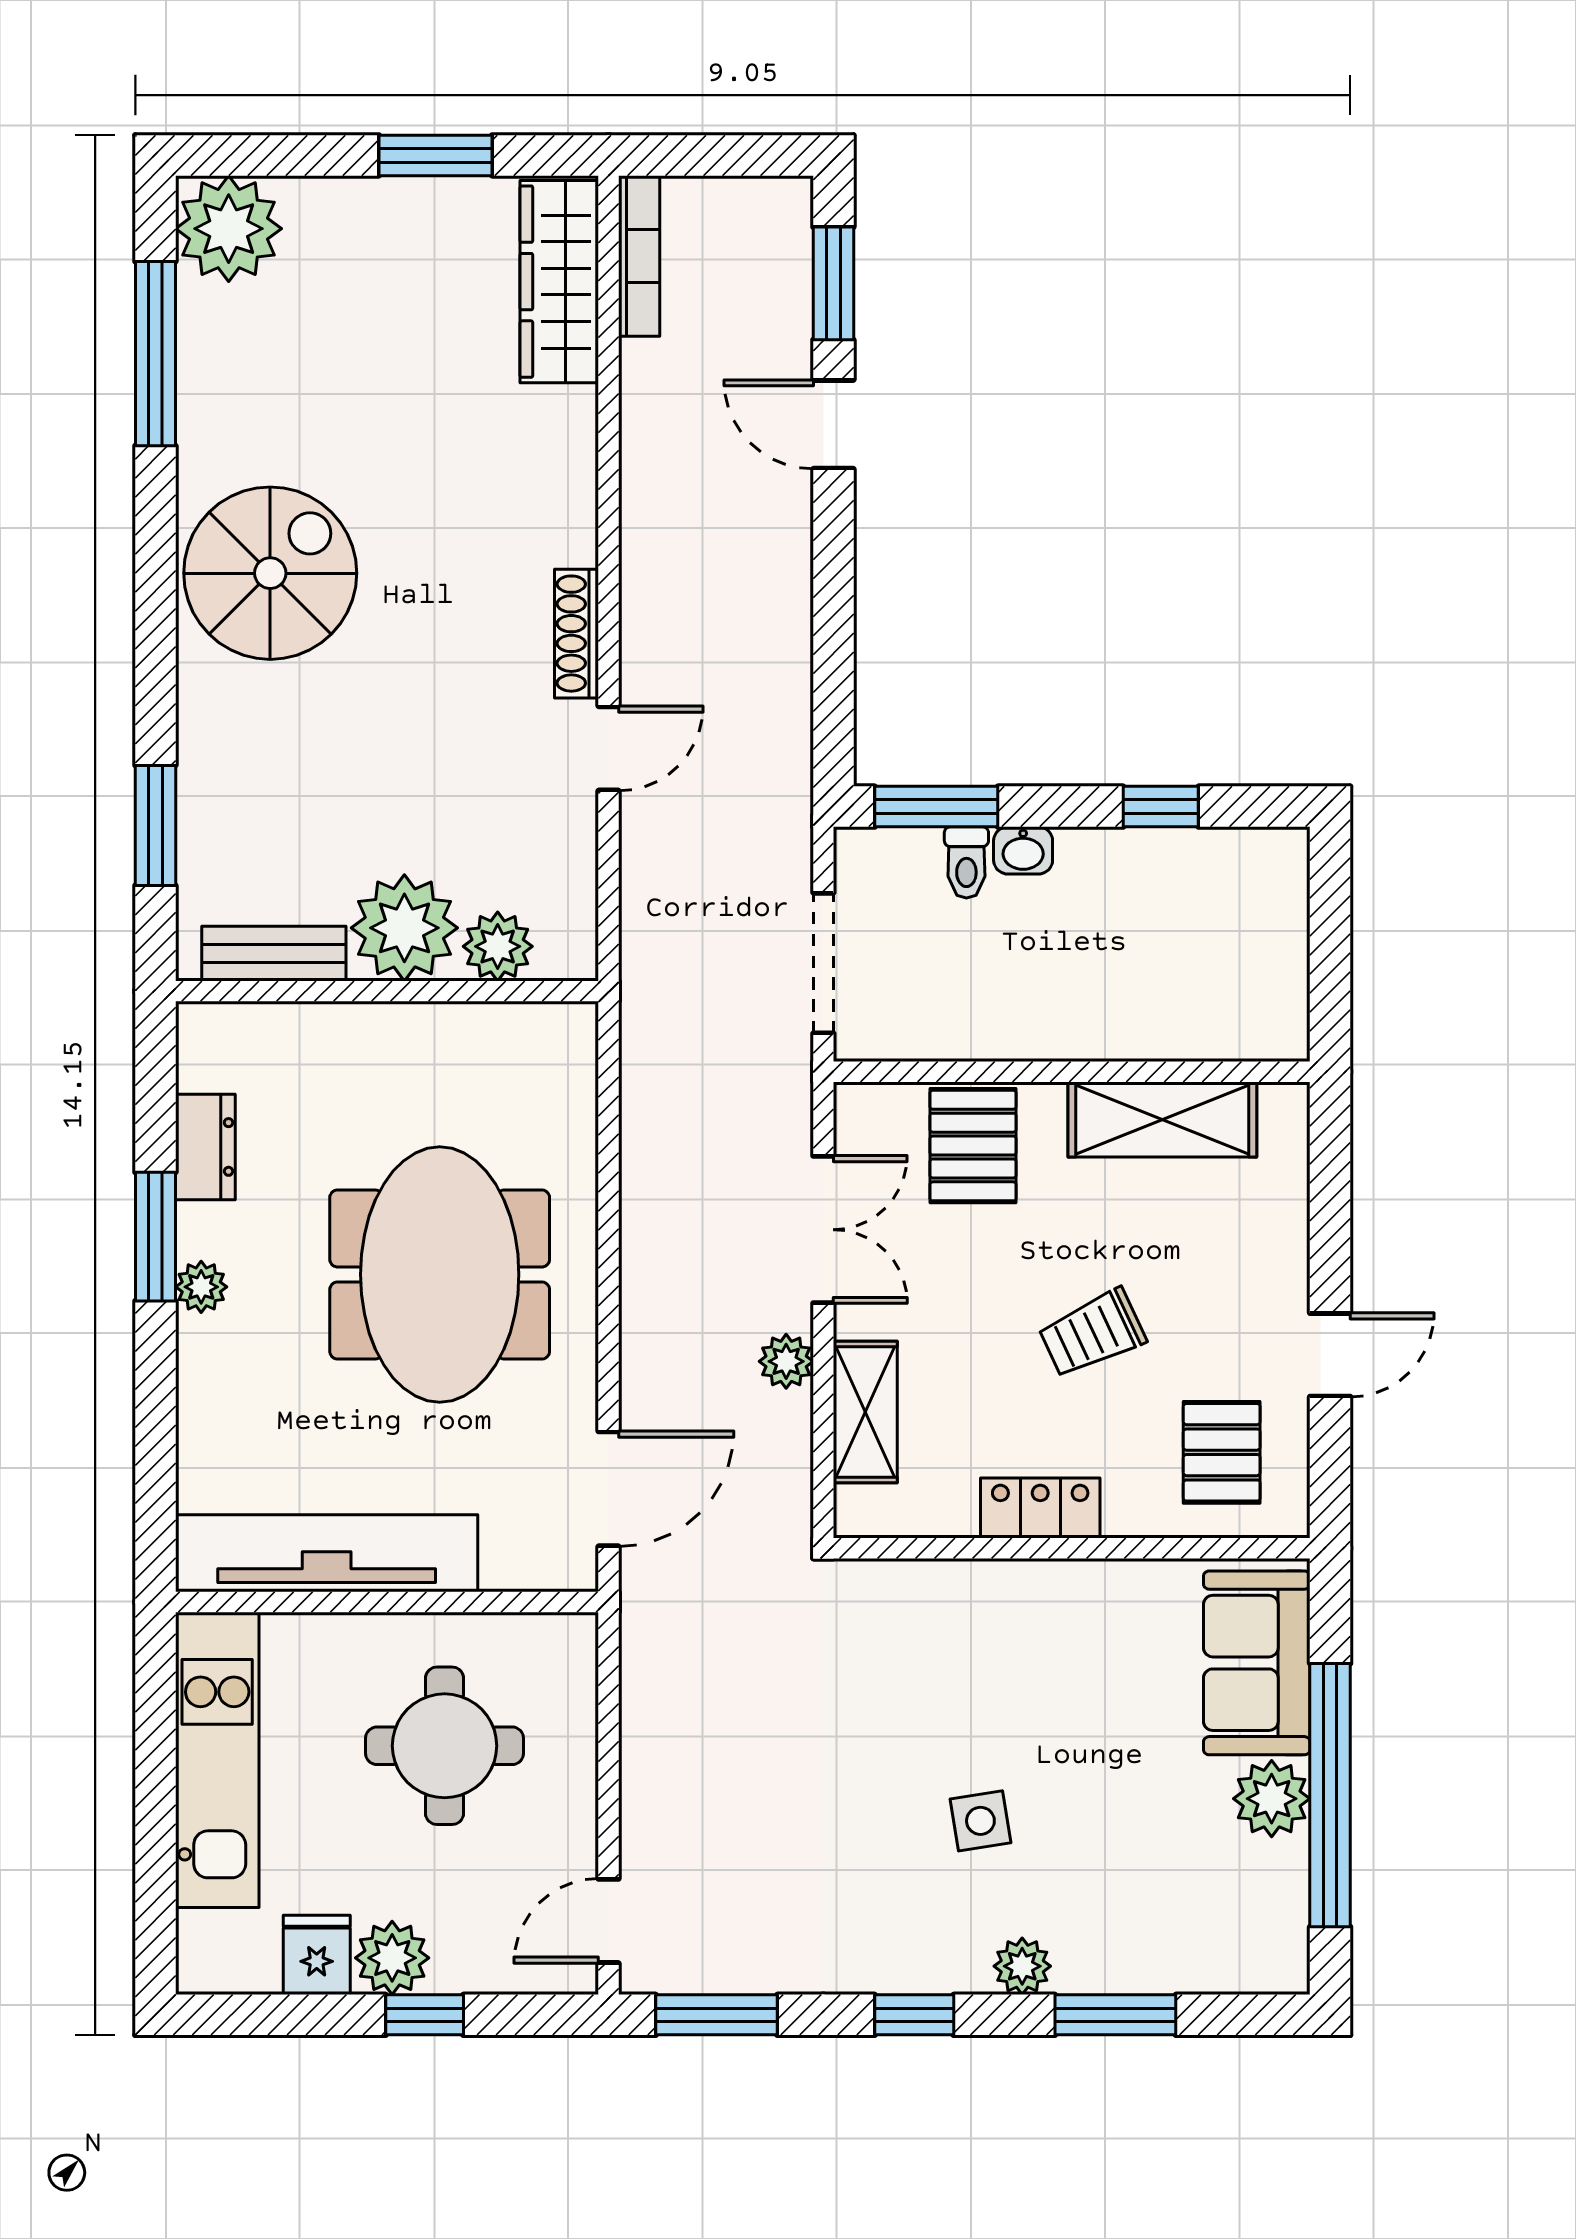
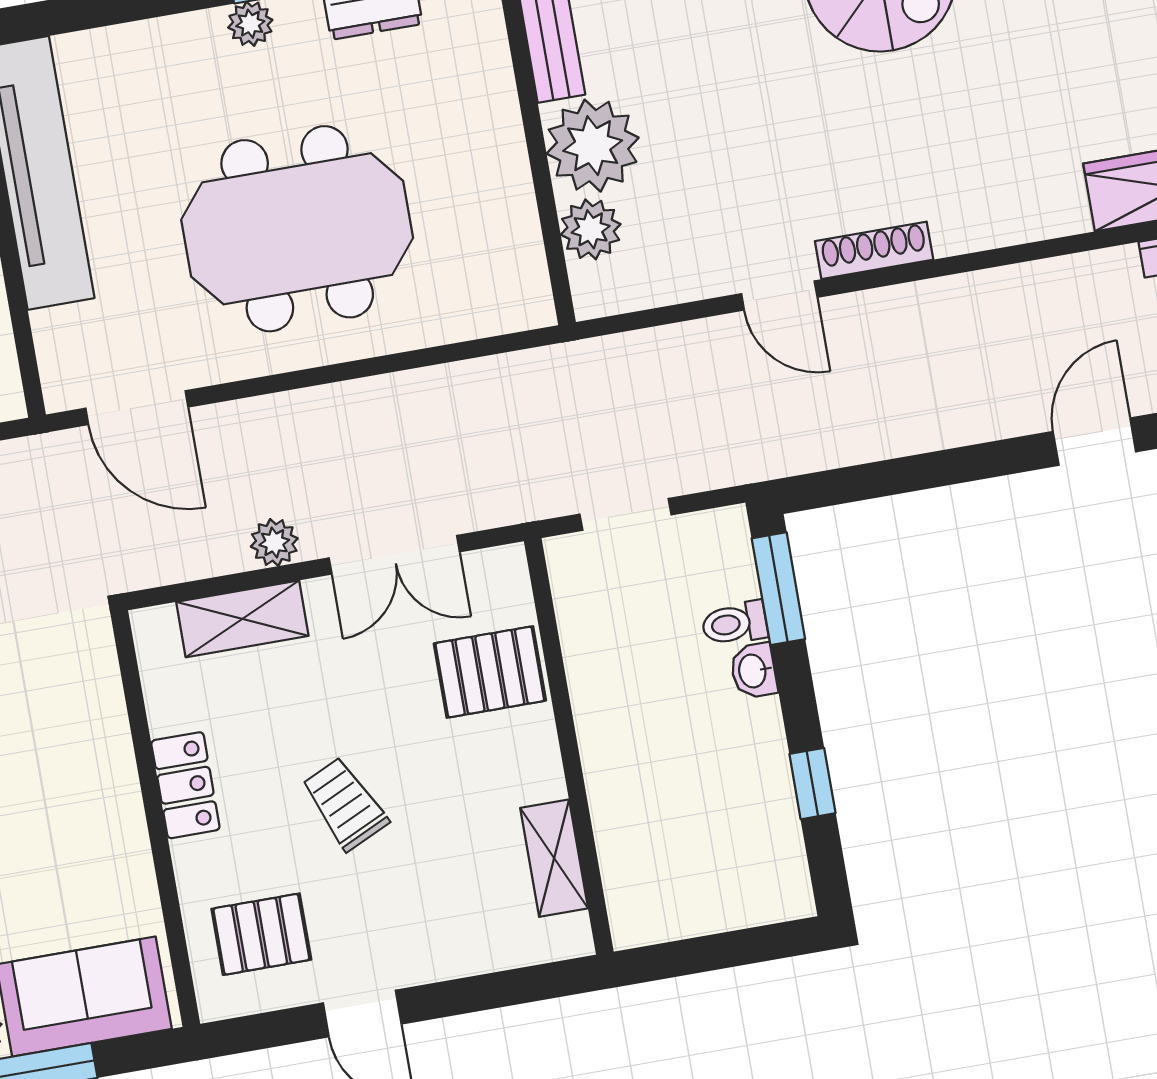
doorway: (823, 963) -> (625, 514), width x0.73
shelving: (1162, 1119) -> (554, 858), width x0.67, depth x0.75

